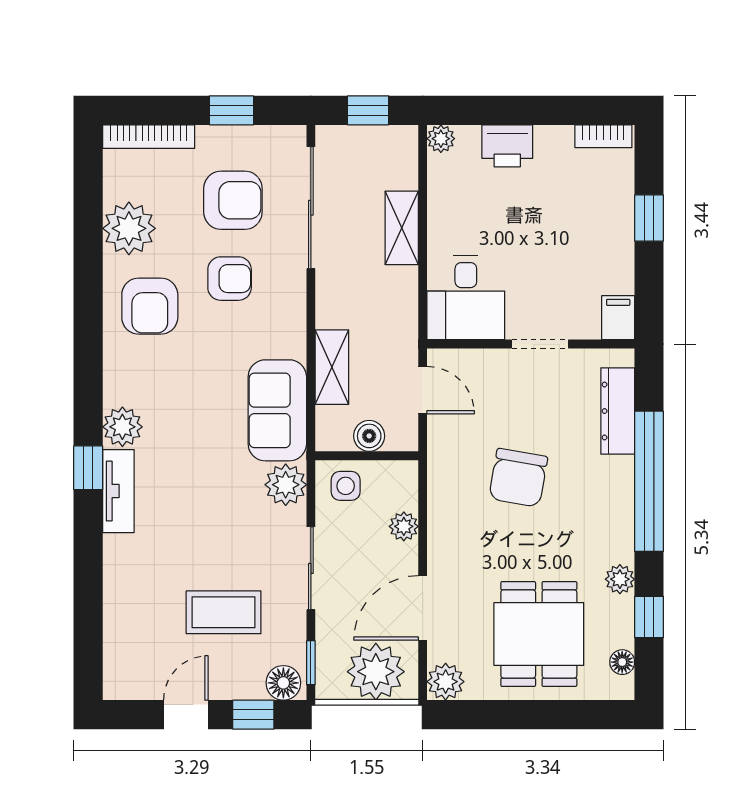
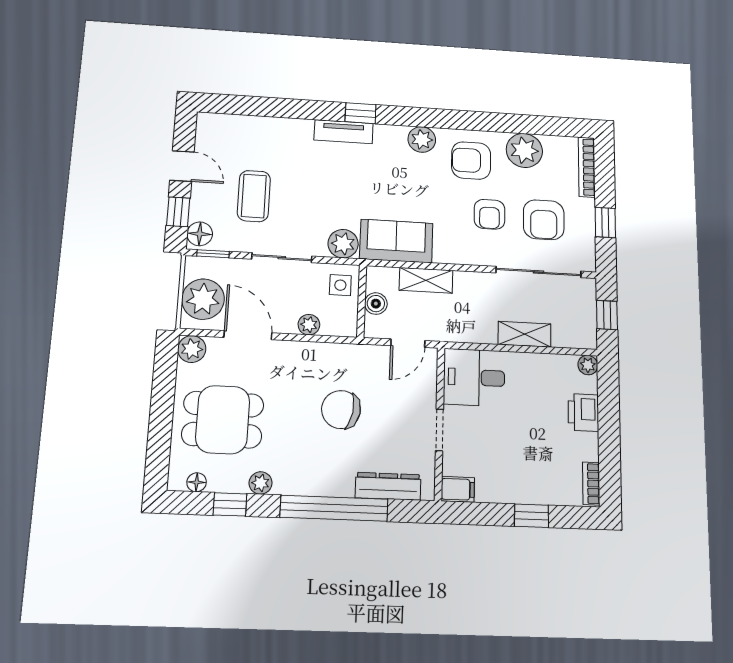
plant: (122, 427) -> (422, 139), moved

